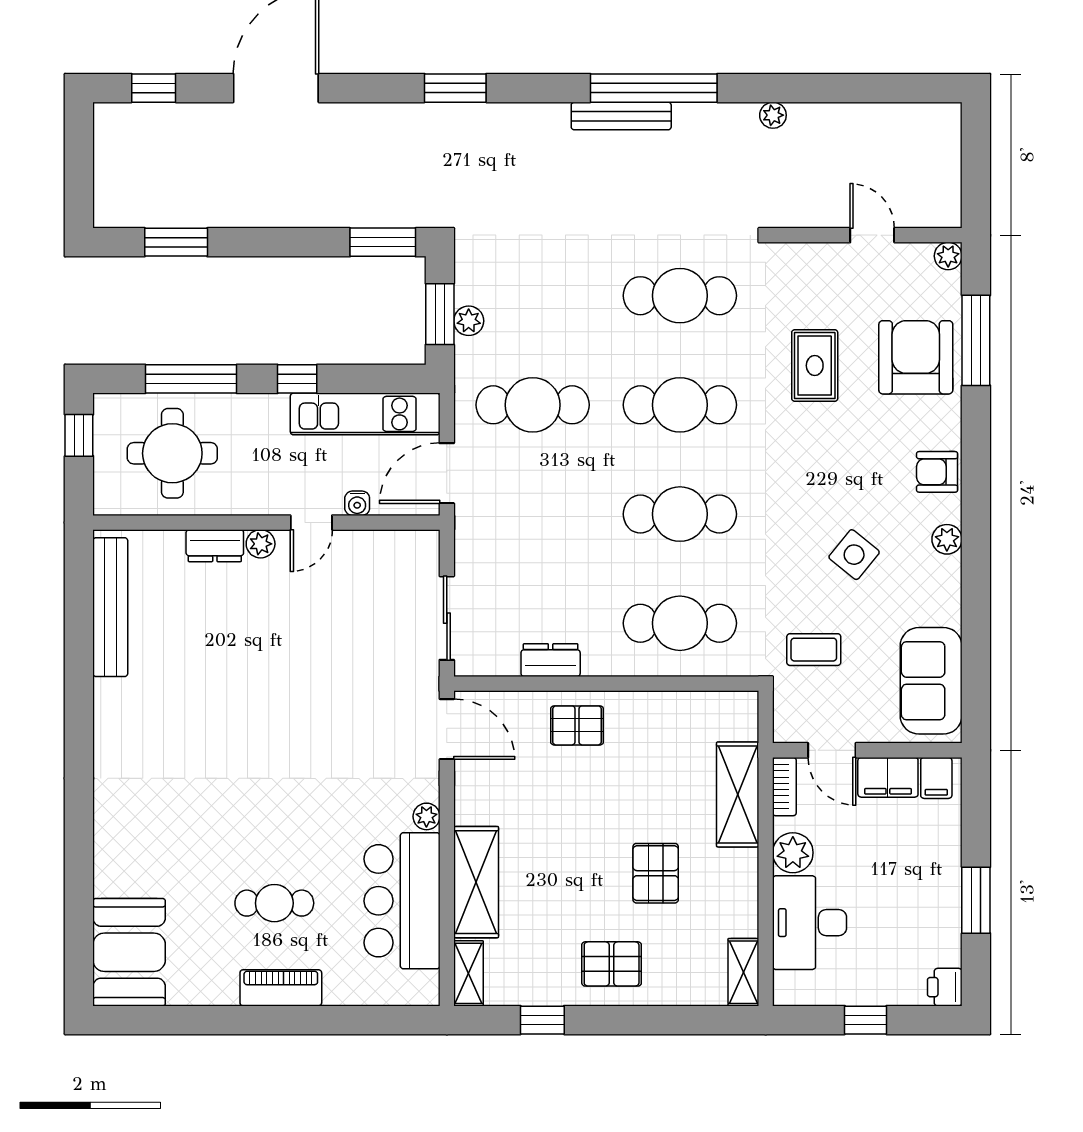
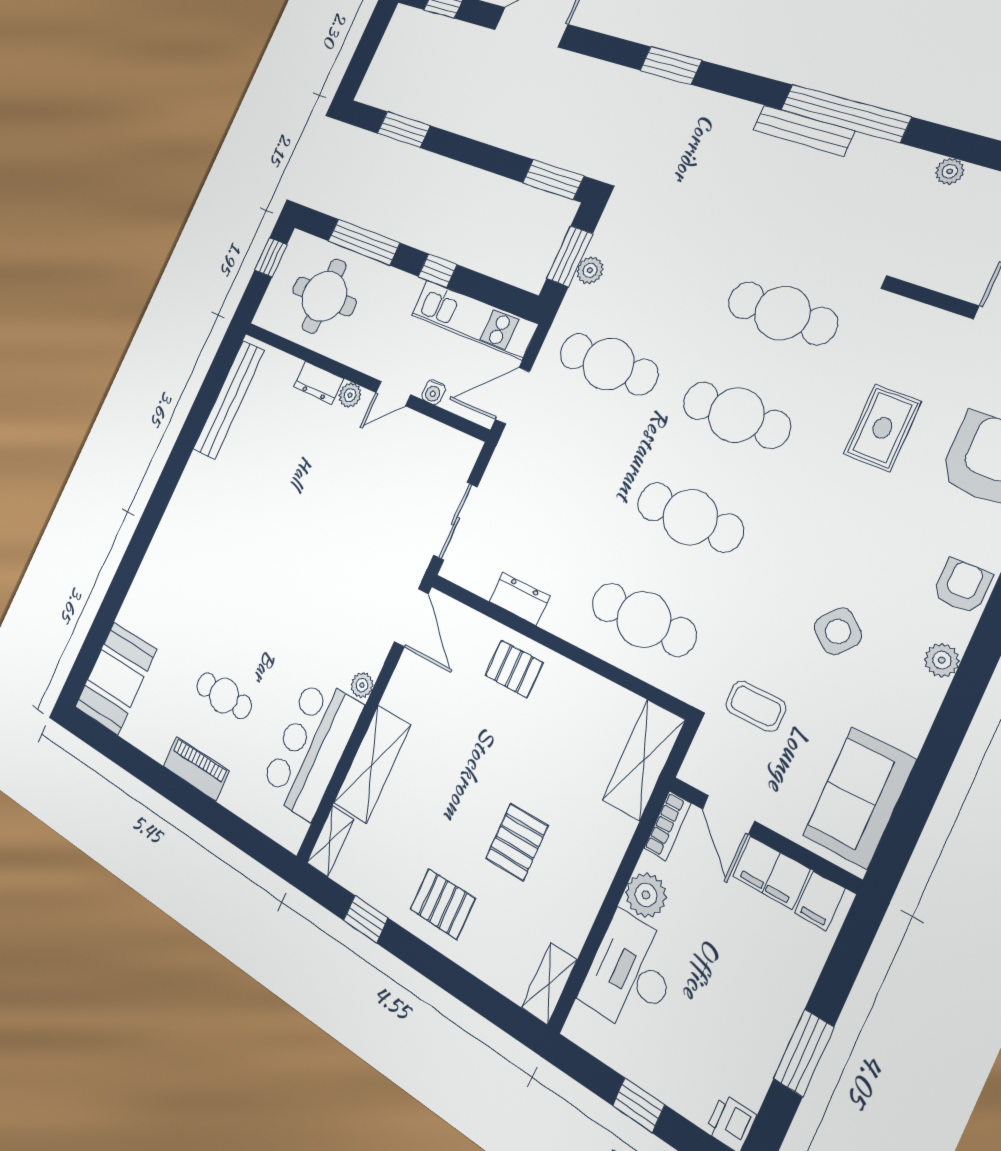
armchair: (937, 472) -> (962, 586), turned 90
shelving: (738, 794) -> (644, 760), moved

